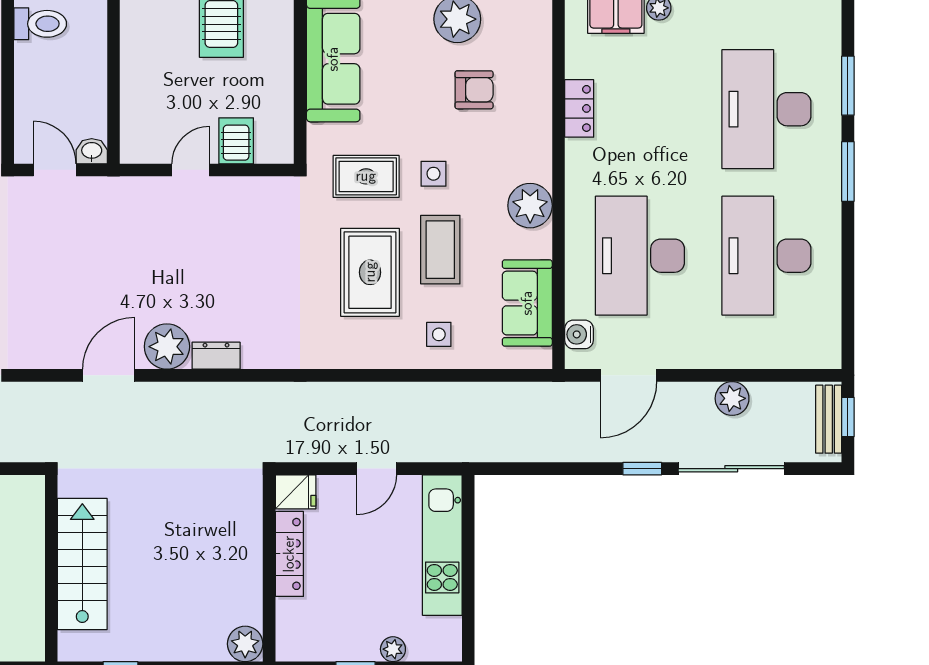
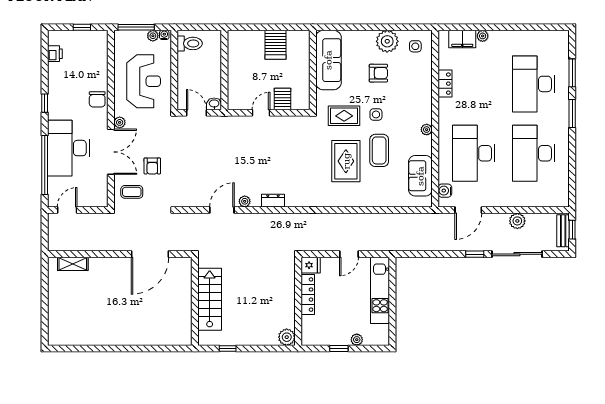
armchair: (474, 90) -> (378, 73), moved
plant: (530, 206) -> (427, 130), width x0.53, depth x0.53
side table: (439, 334) -> (415, 46), moved
plant: (167, 347) -> (245, 201), width x0.53, depth x0.53

